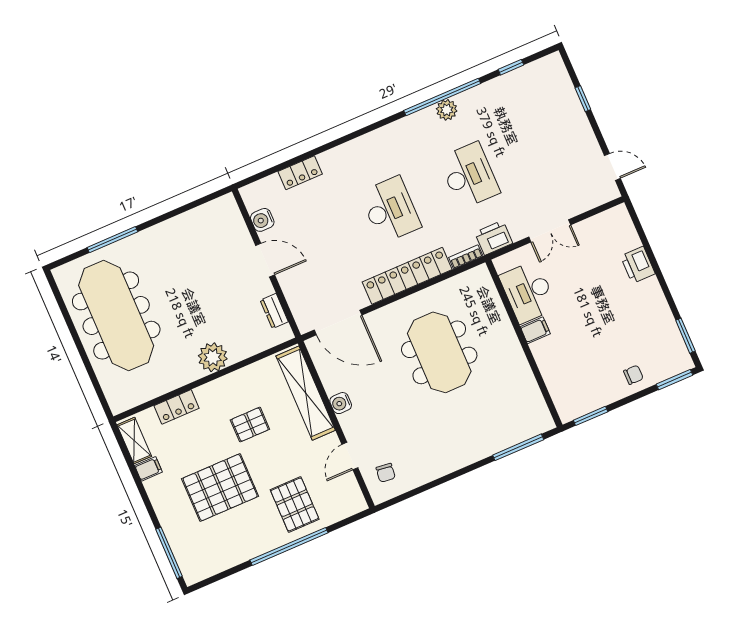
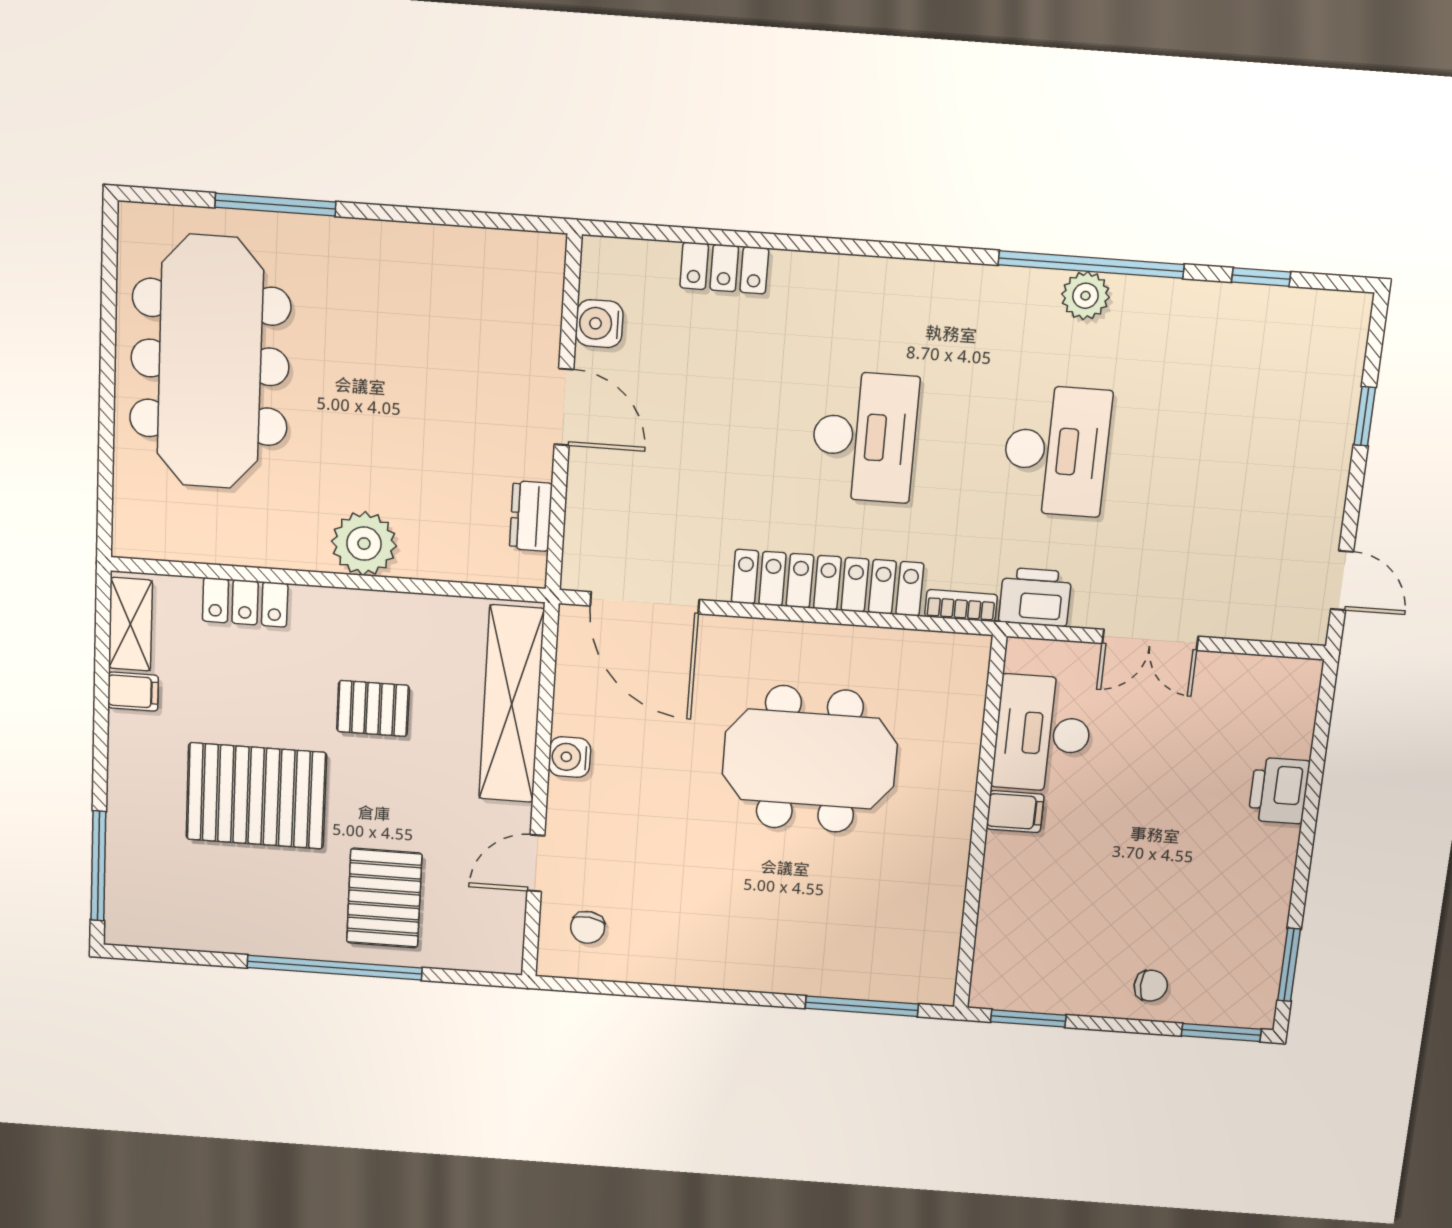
meeting table: (439, 352) -> (810, 759), turned 90

